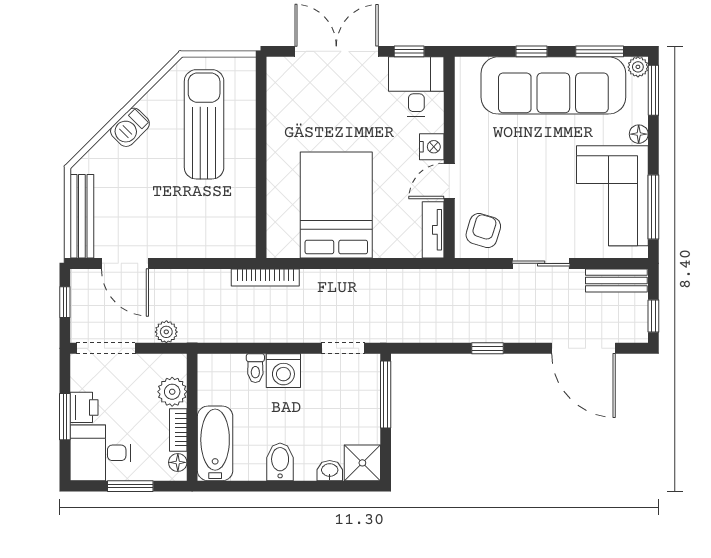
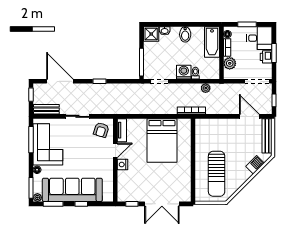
desk: (416, 87) -> (129, 189), removed
barbecue: (130, 127) -> (255, 165), moved
plant: (166, 332) -> (206, 88), moved

